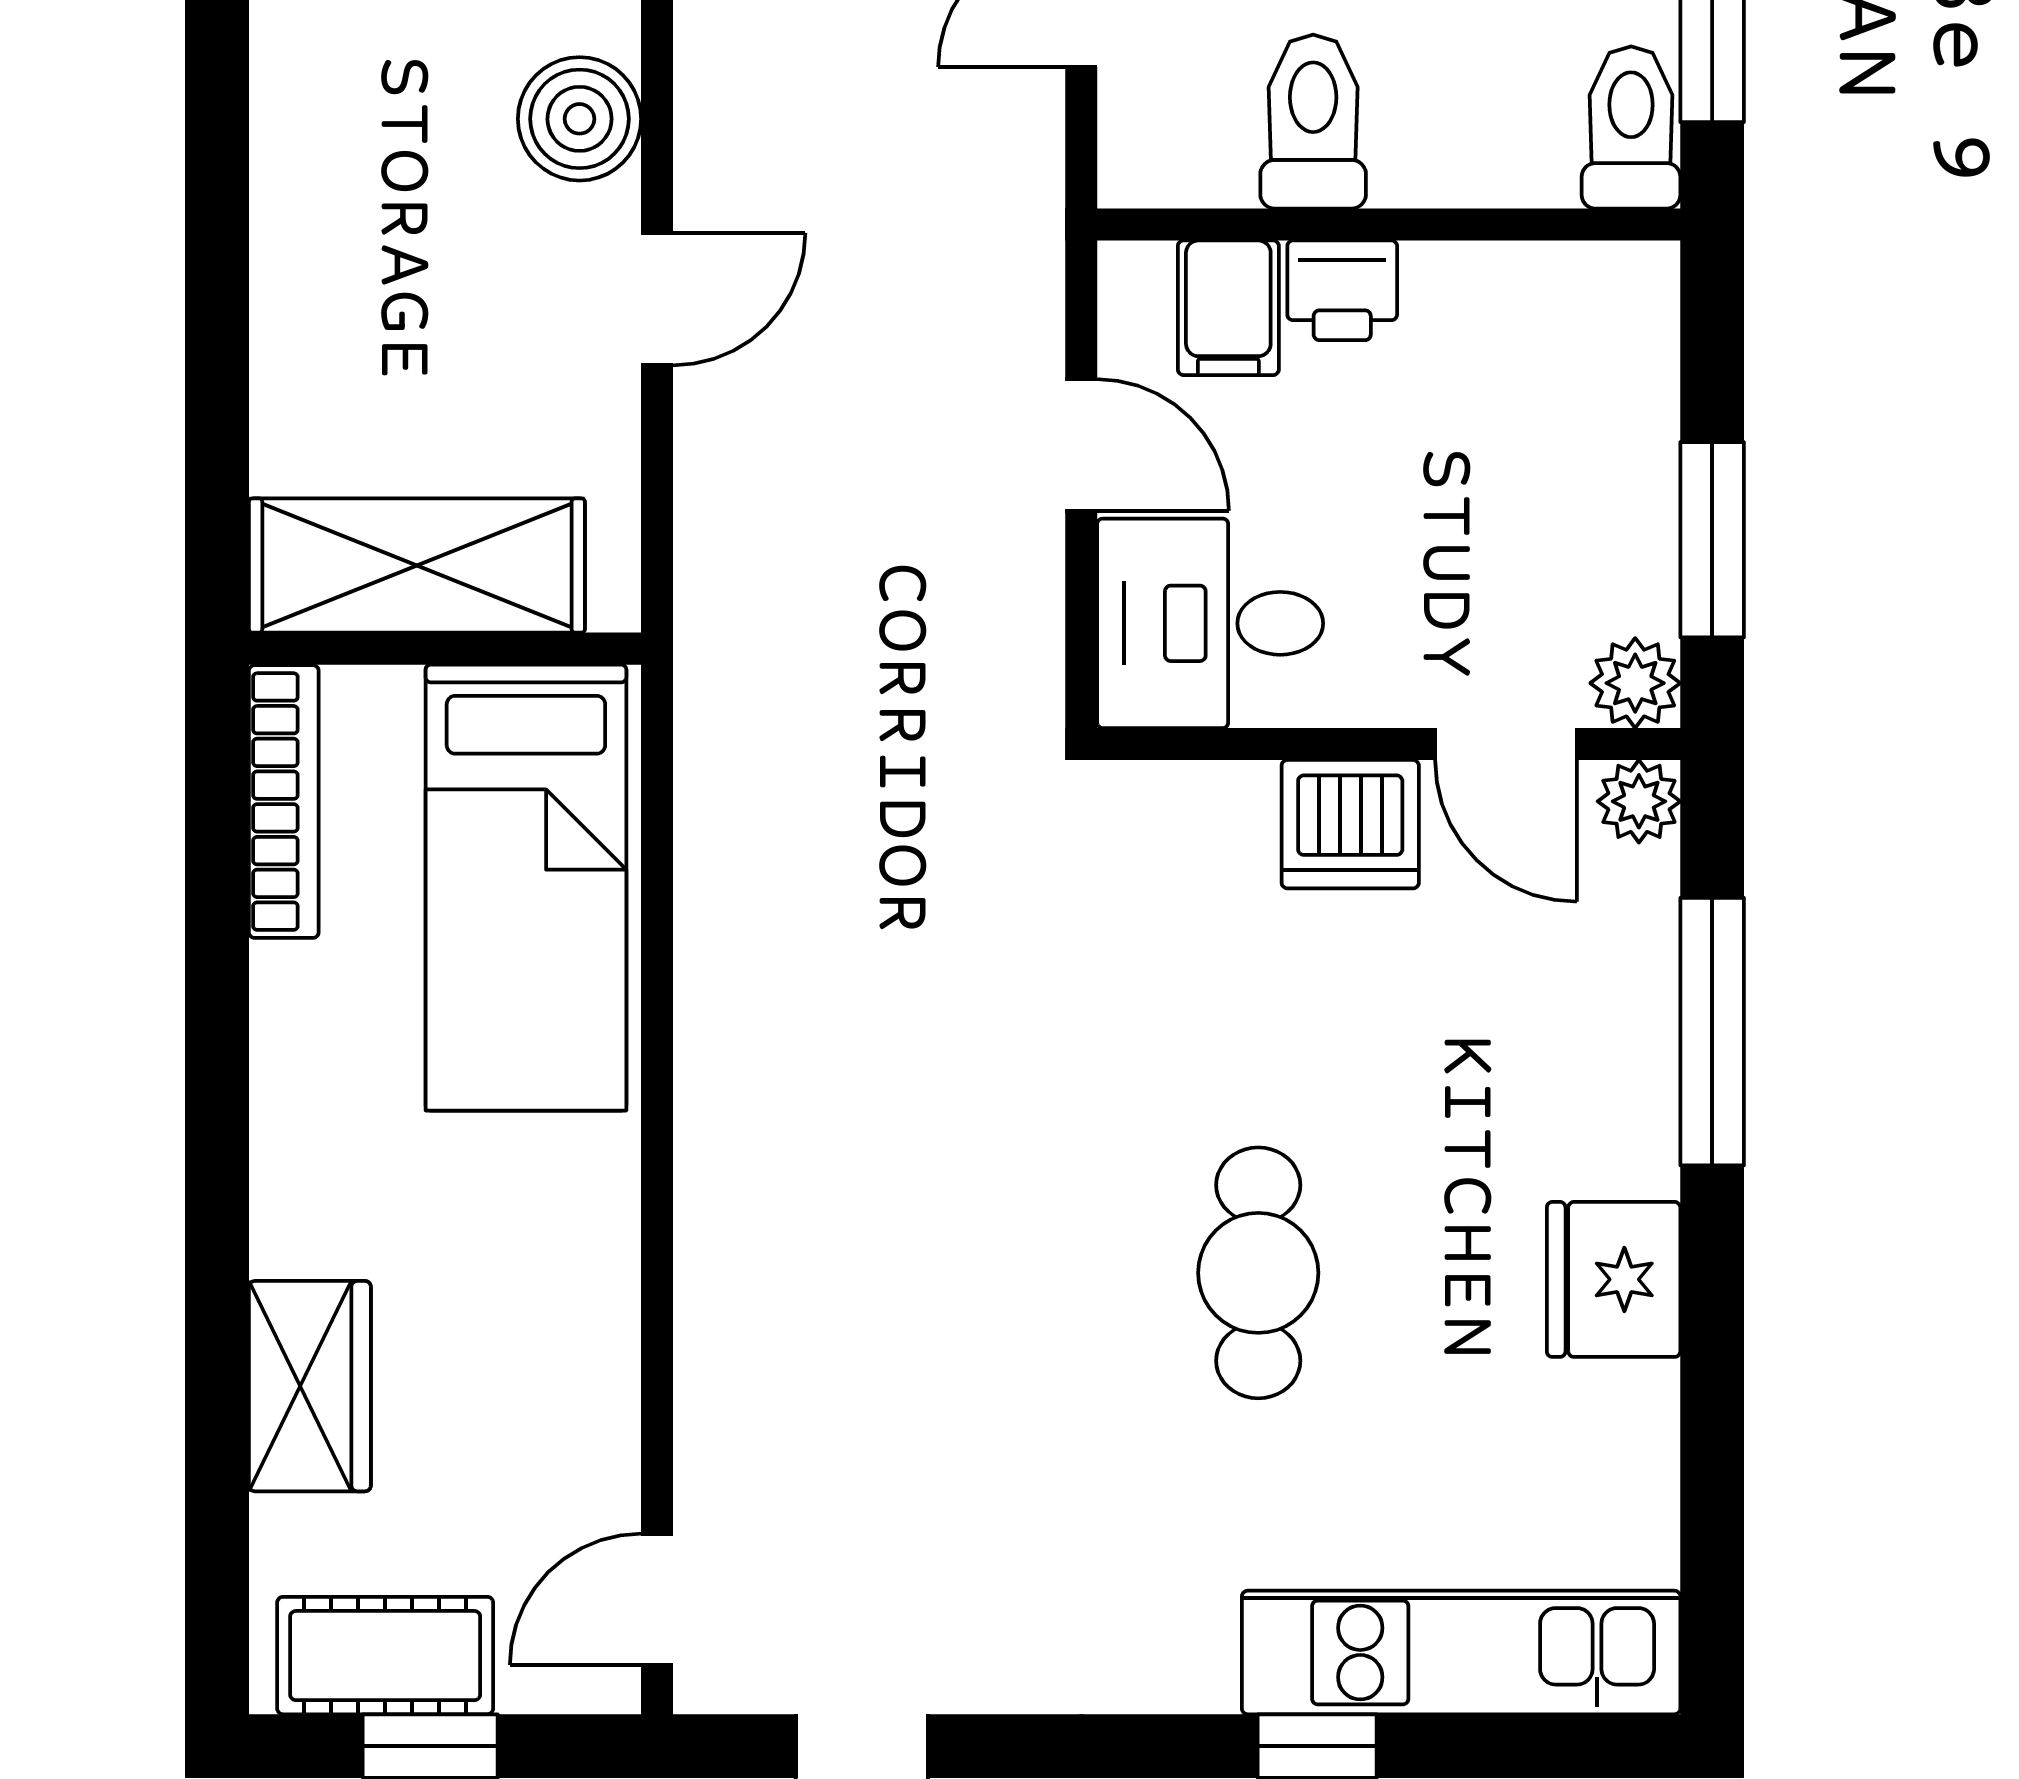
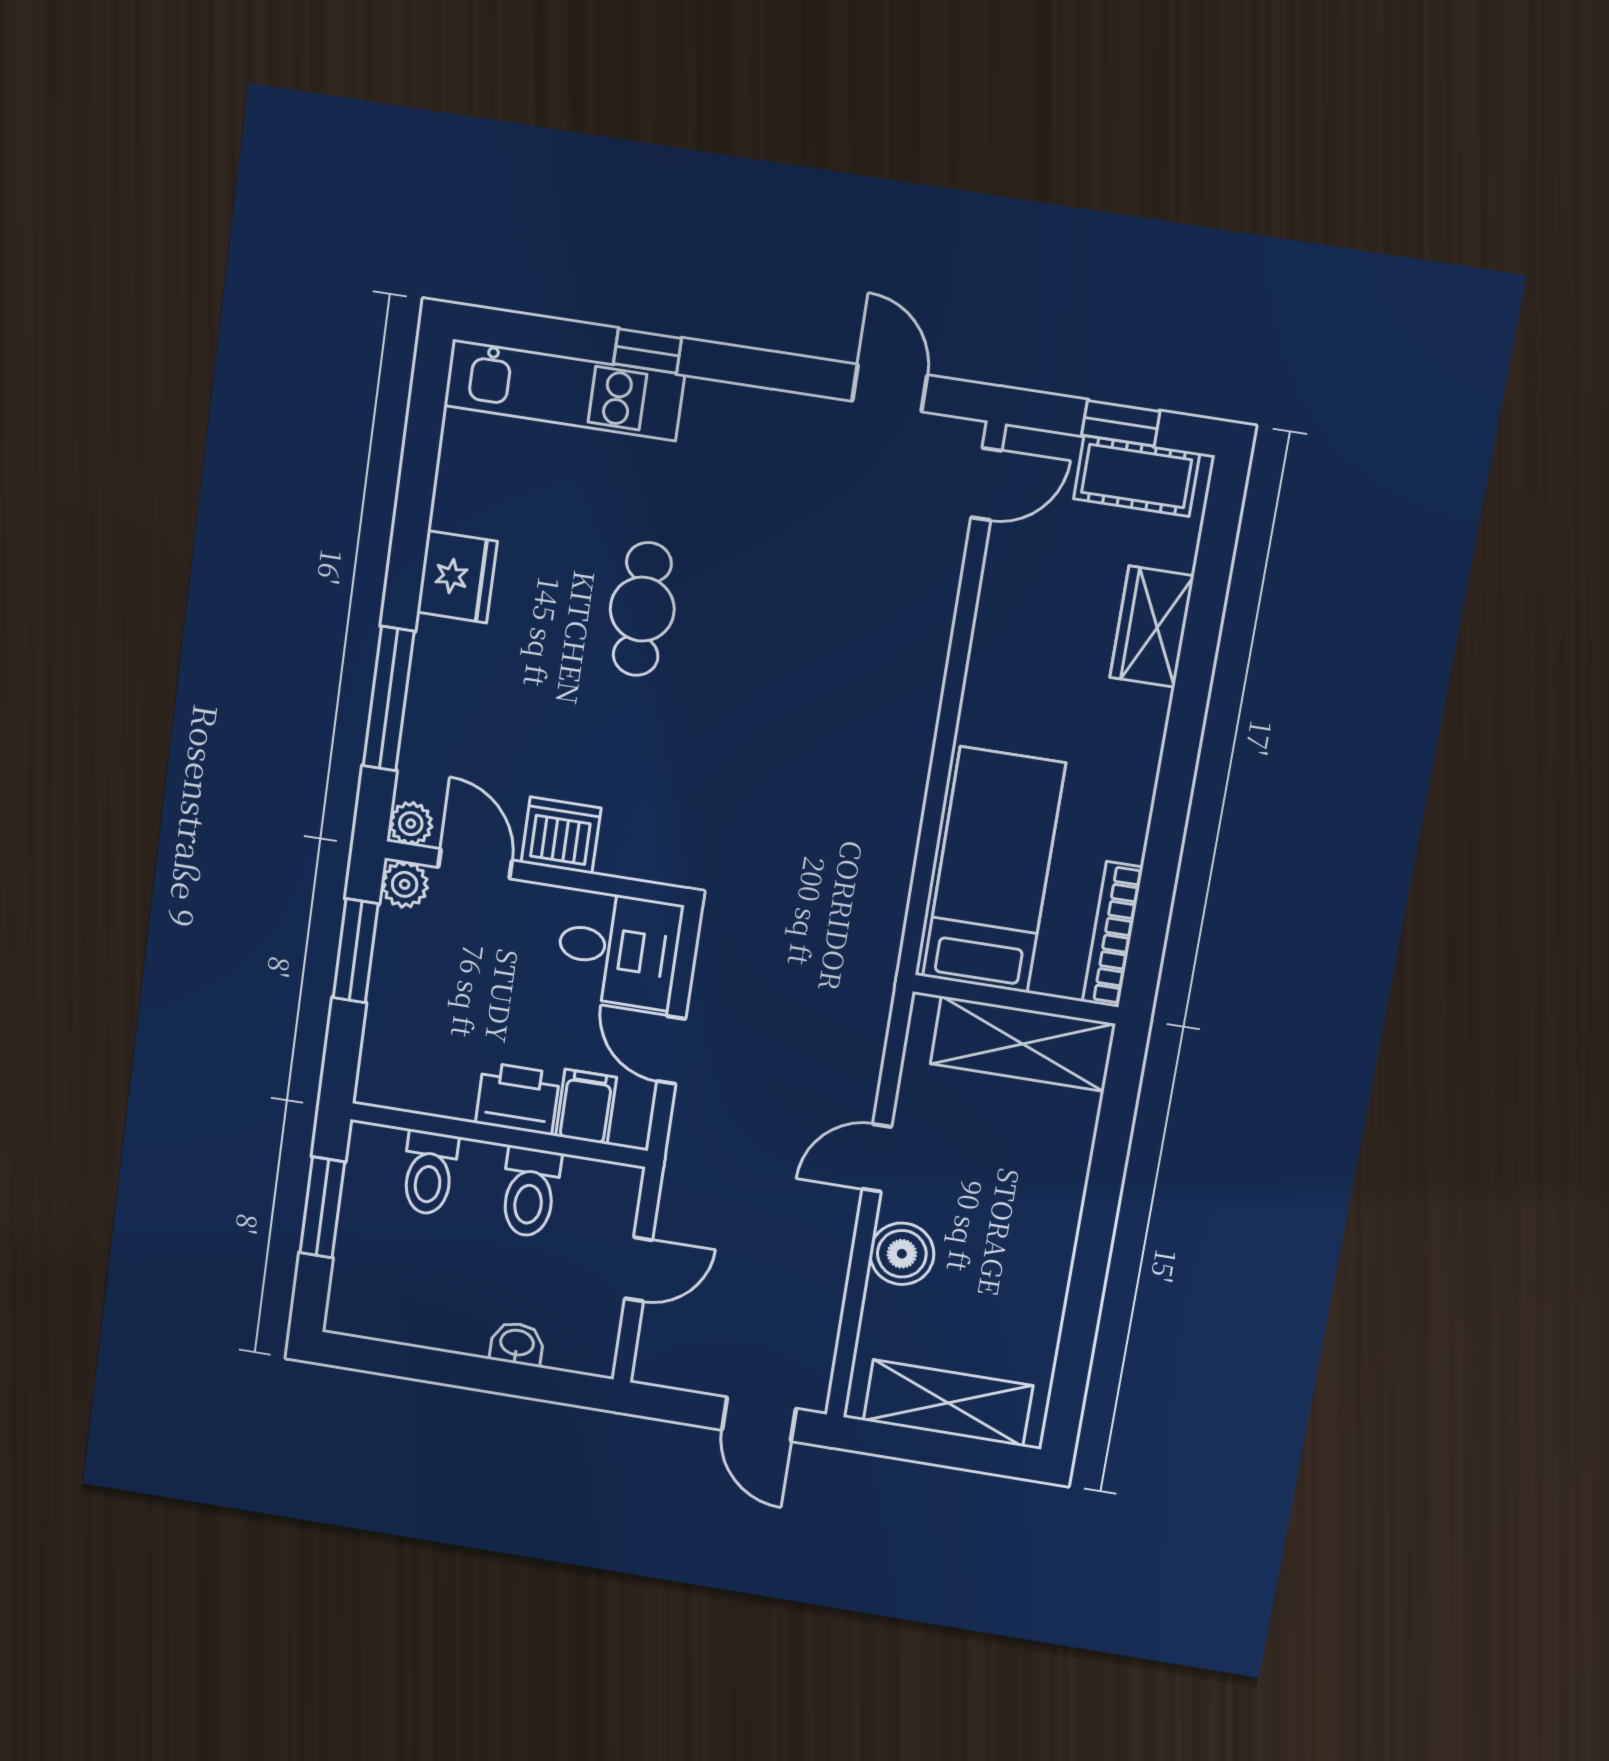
toilet: (1631, 127) -> (429, 1173), moved
printer: (1342, 290) -> (518, 1099), width x1.36, depth x1.24

